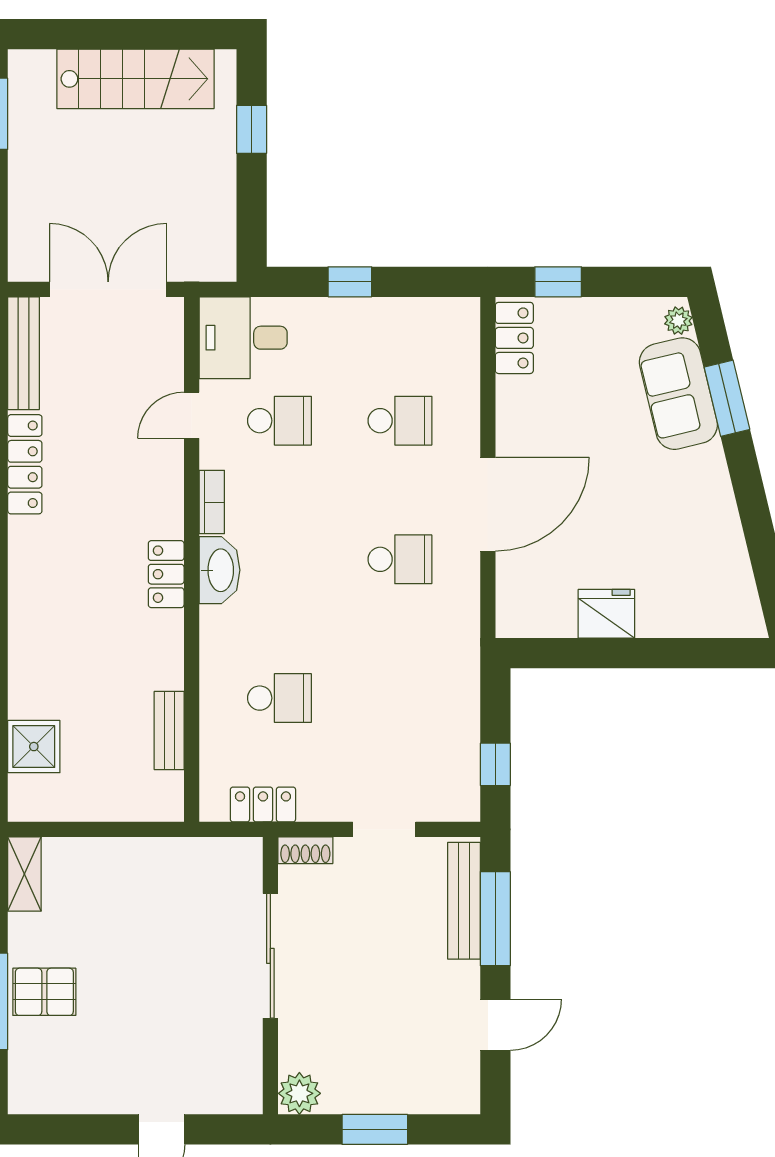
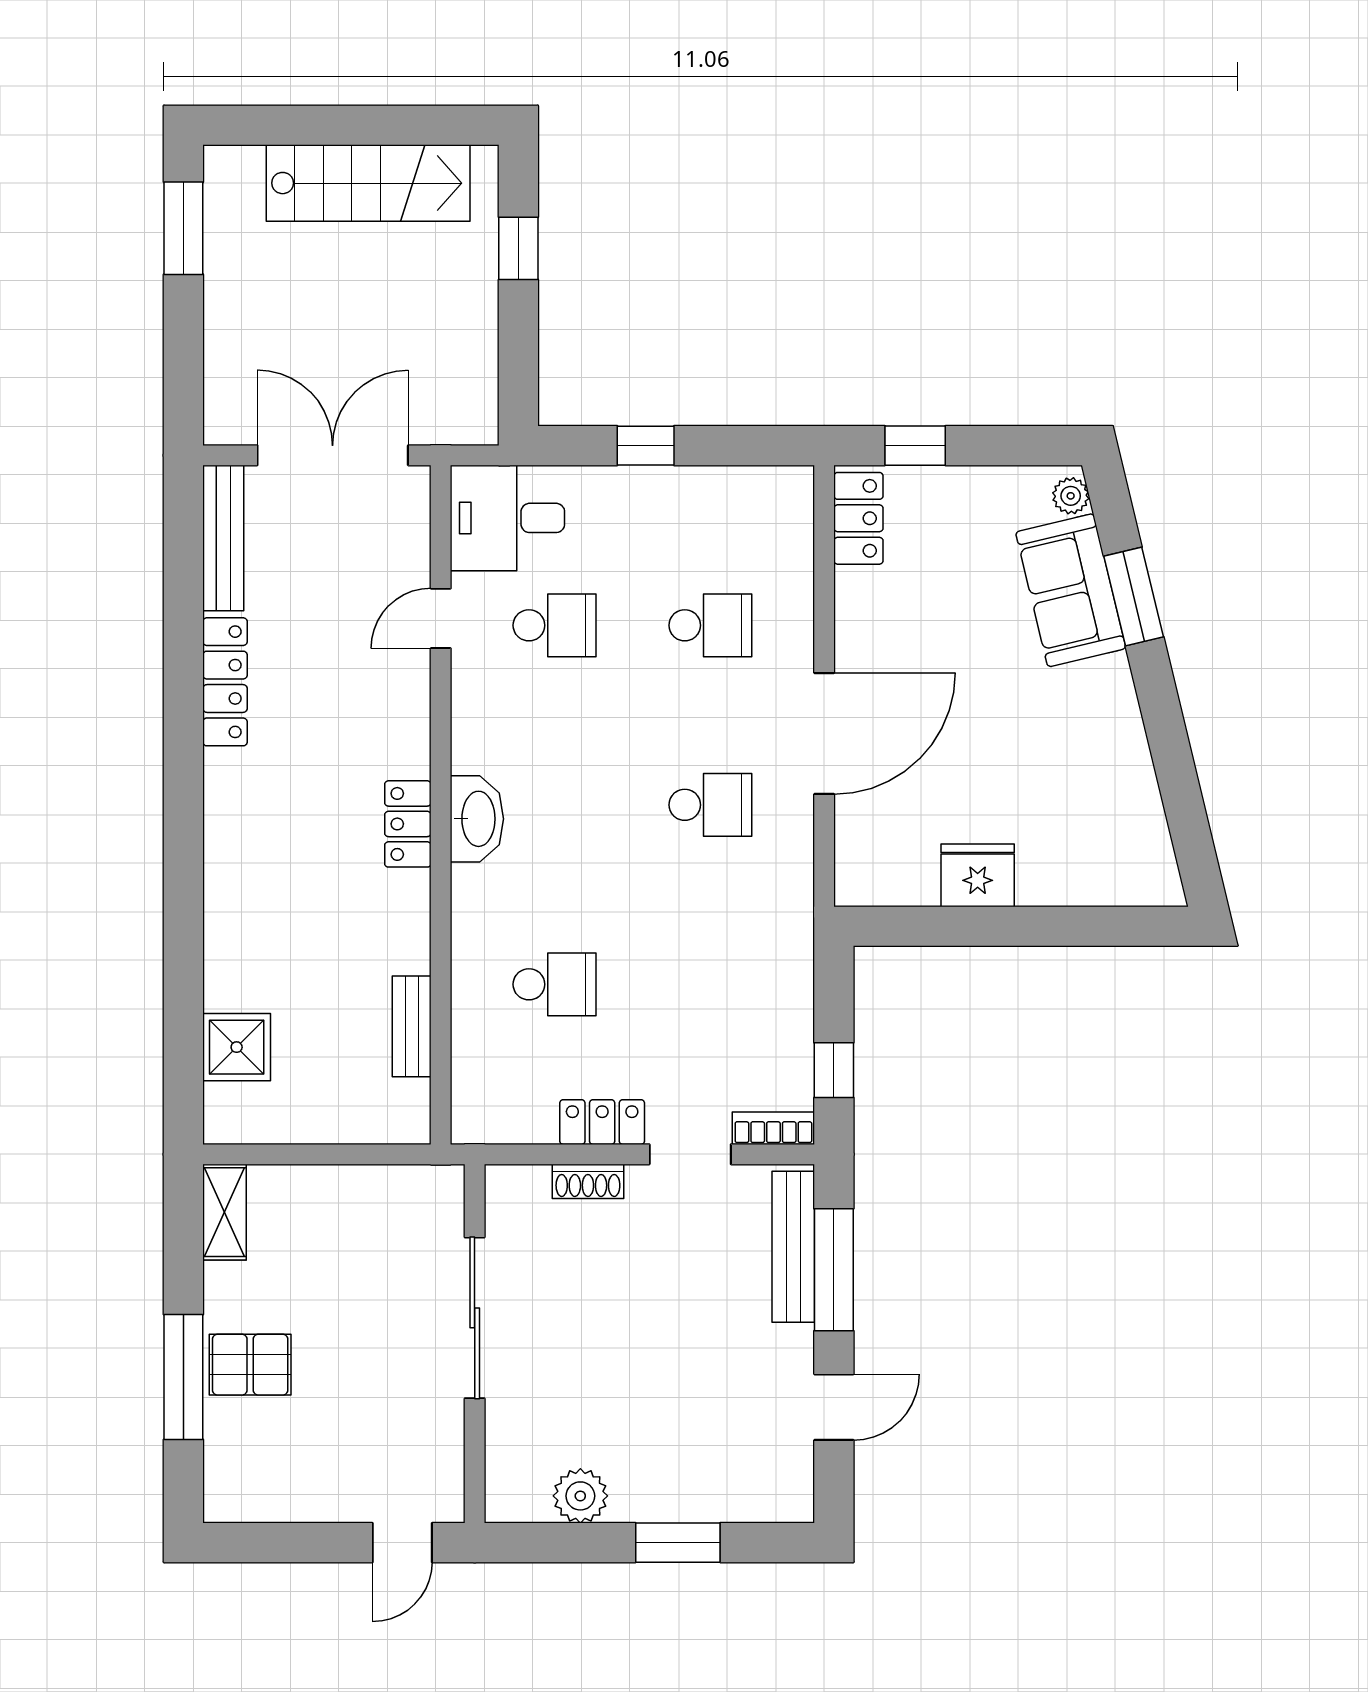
bookcase: (212, 502) -> (773, 1128), moved, turned -90
locker: (263, 804) -> (602, 1122), moved
sliding door: (270, 956) -> (475, 1318), moved
wall: (270, 976) -> (475, 1344), moved

